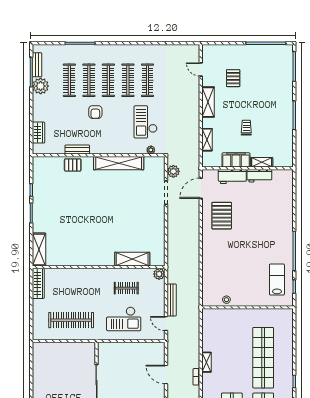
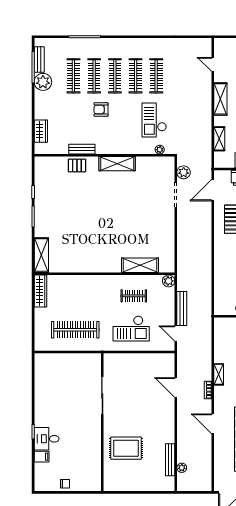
armchair: (95, 112) -> (101, 109), turned 90
shelving: (119, 163) -> (117, 164), width x0.68

